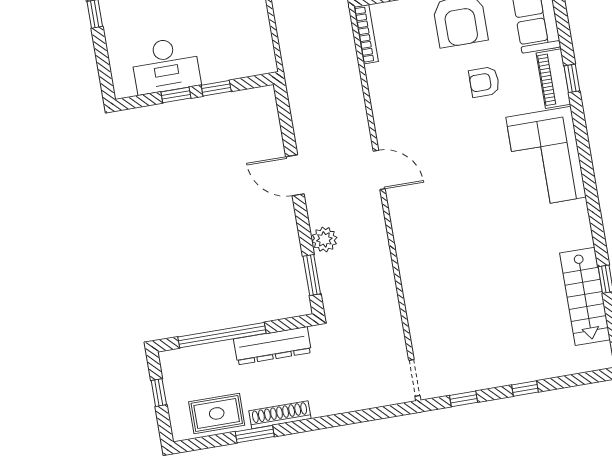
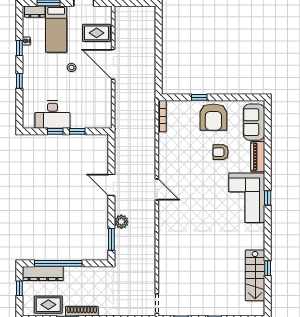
window: (572, 78) -> (268, 198), moved
dresser: (272, 346) -> (43, 274), moved

